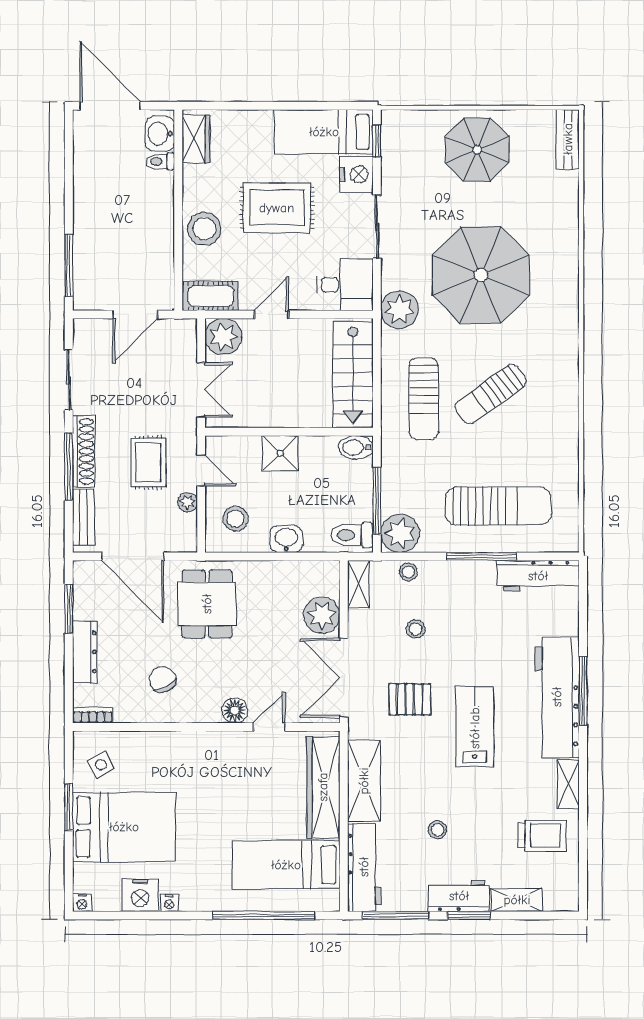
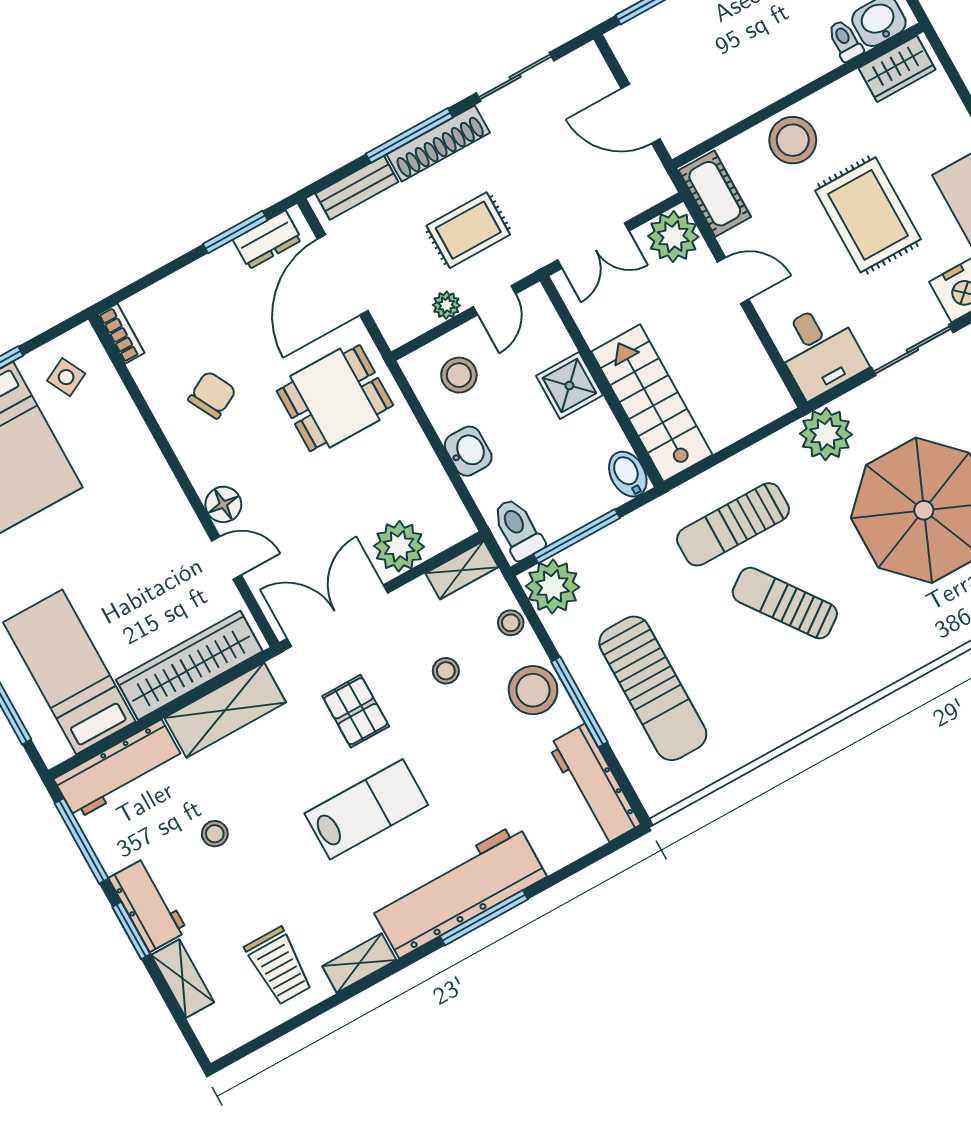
stairs: (353, 375) -> (652, 403), moved, turned 90
stool: (458, 581) -> (533, 690), added
dresser: (85, 652) -> (267, 240), moved, width x0.70

